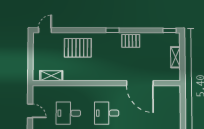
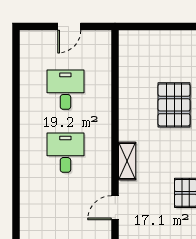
shelving: (51, 76) -> (127, 161), moved
door: (140, 83) -> (115, 208), width x0.53

